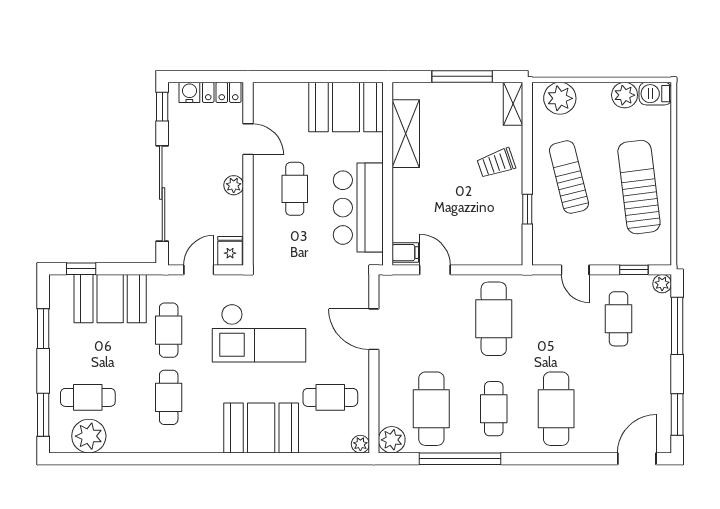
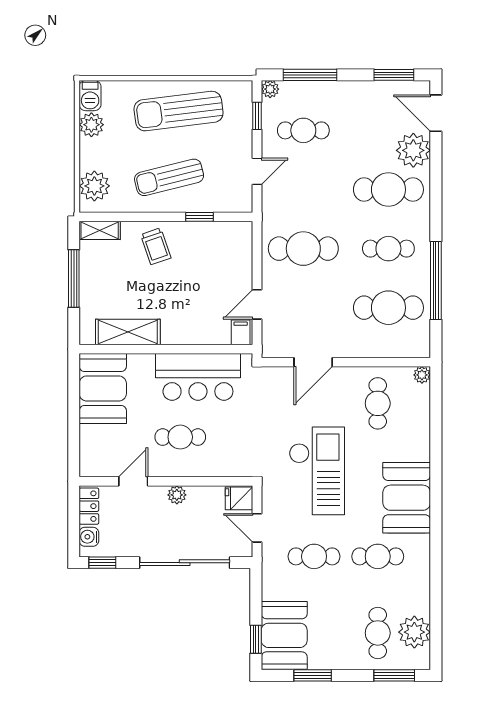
booth: (110, 299) -> (284, 635), moved
booth: (261, 428) -> (407, 498), moved
plant: (392, 440) -> (413, 150), moved, width x1.36, depth x1.36

